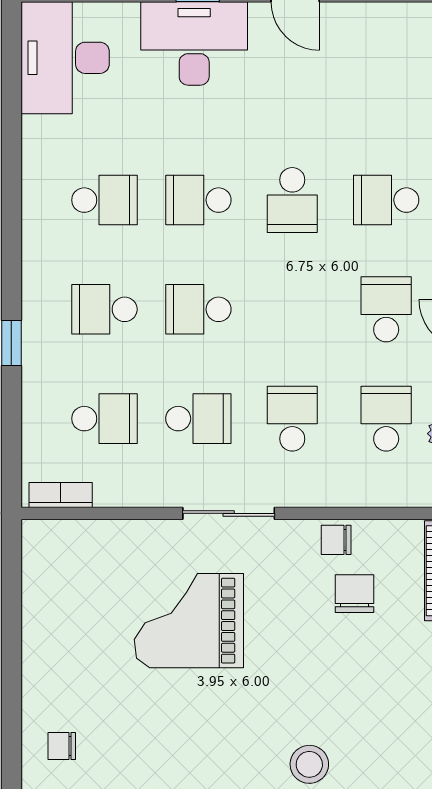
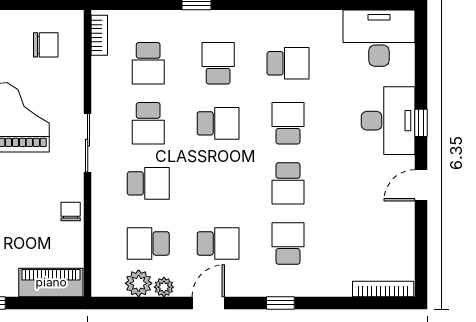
school desk: (104, 200) -> (288, 63), turned -90
school desk: (292, 200) -> (288, 183), turned -90
school desk: (198, 309) -> (218, 123), turned 90
school desk: (386, 419) -> (148, 243), turned 180
chair: (355, 594) -> (46, 45), moved

